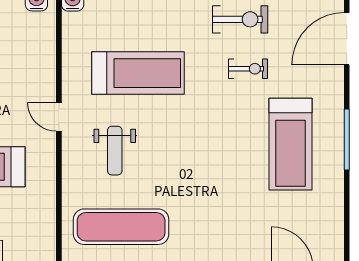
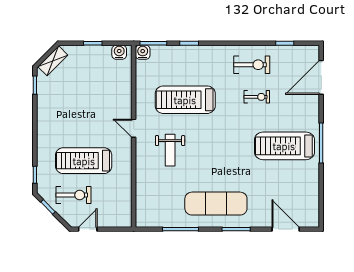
treadmill: (138, 73) -> (185, 100), turned 180
treadmill: (290, 144) -> (284, 146), turned 90
exercise mat: (121, 227) -> (216, 204), moved

